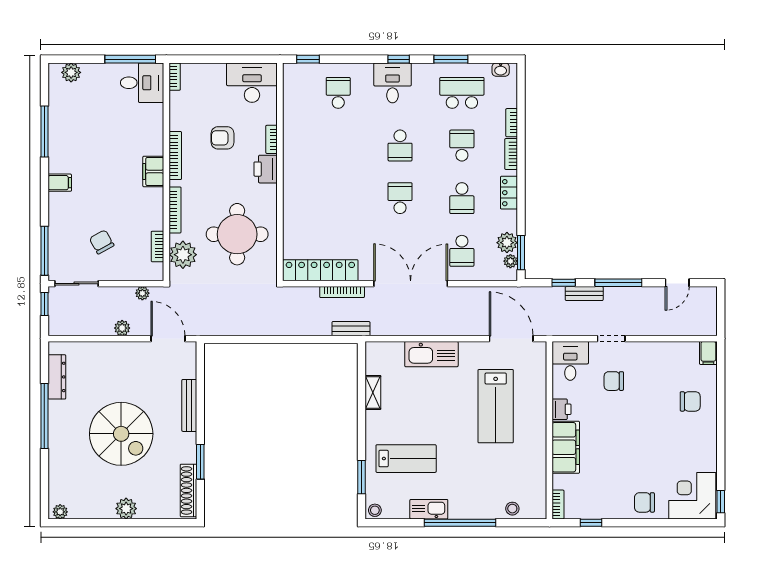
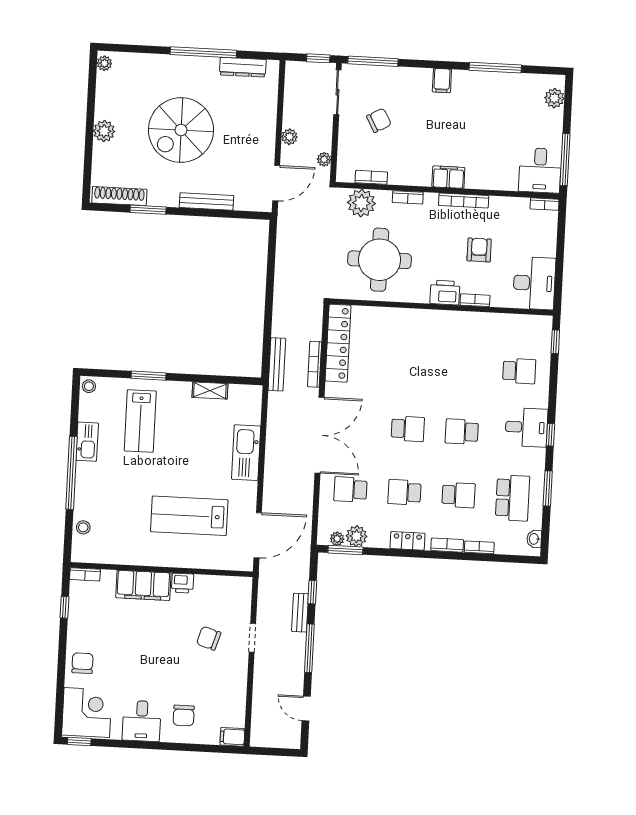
bookcase: (175, 210) -> (408, 197), width x0.64
bench: (351, 329) -> (277, 364), width x1.36
desk: (570, 361) -> (142, 721), moved, turned 90
chair: (614, 381) -> (209, 638), turned -73
window: (362, 477) -> (148, 376), moved

